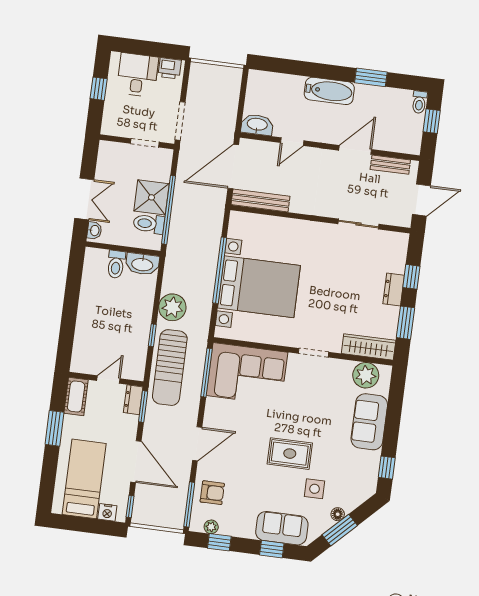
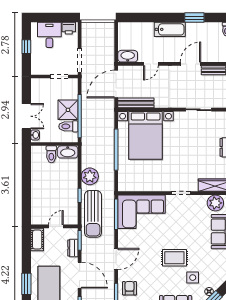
bed with nightstands: (259, 287) -> (146, 135), moved, turned 90
dresser: (133, 400) -> (73, 248), moved
window: (55, 428) -> (26, 284), moved
armchair: (212, 493) -> (129, 288), turned -90

